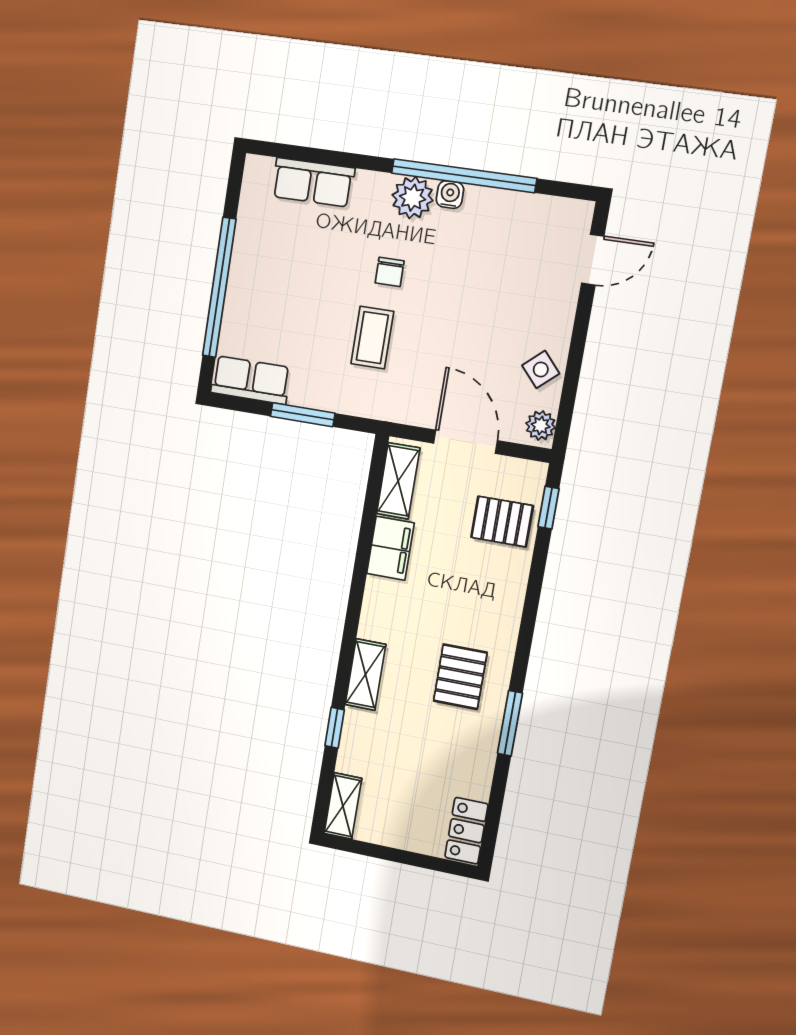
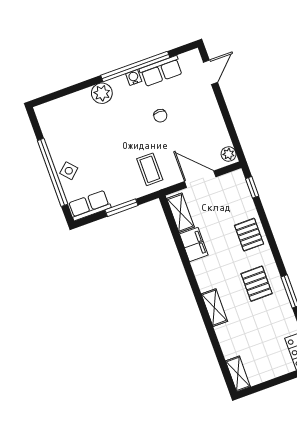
row of seats: (313, 182) -> (161, 71), moved
plant: (413, 198) -> (102, 93), moved
chair: (390, 272) -> (160, 116), moved
coffee table: (372, 338) -> (150, 169), moved
side table: (541, 369) -> (69, 171), moved
pallet: (502, 522) -> (249, 235), moved, turned 90
window: (335, 728) -> (214, 340), removed

